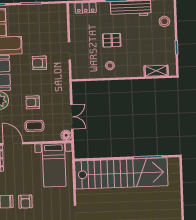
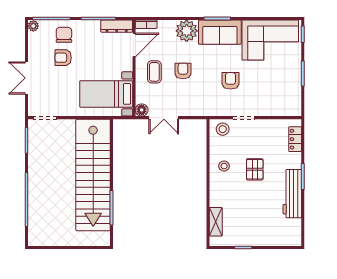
stool: (164, 21) -> (223, 129), moved

